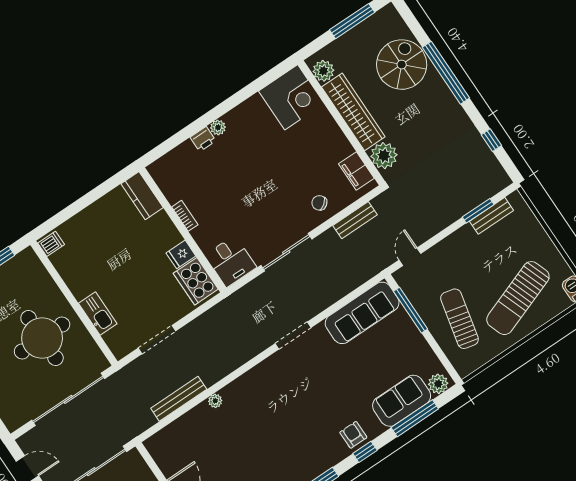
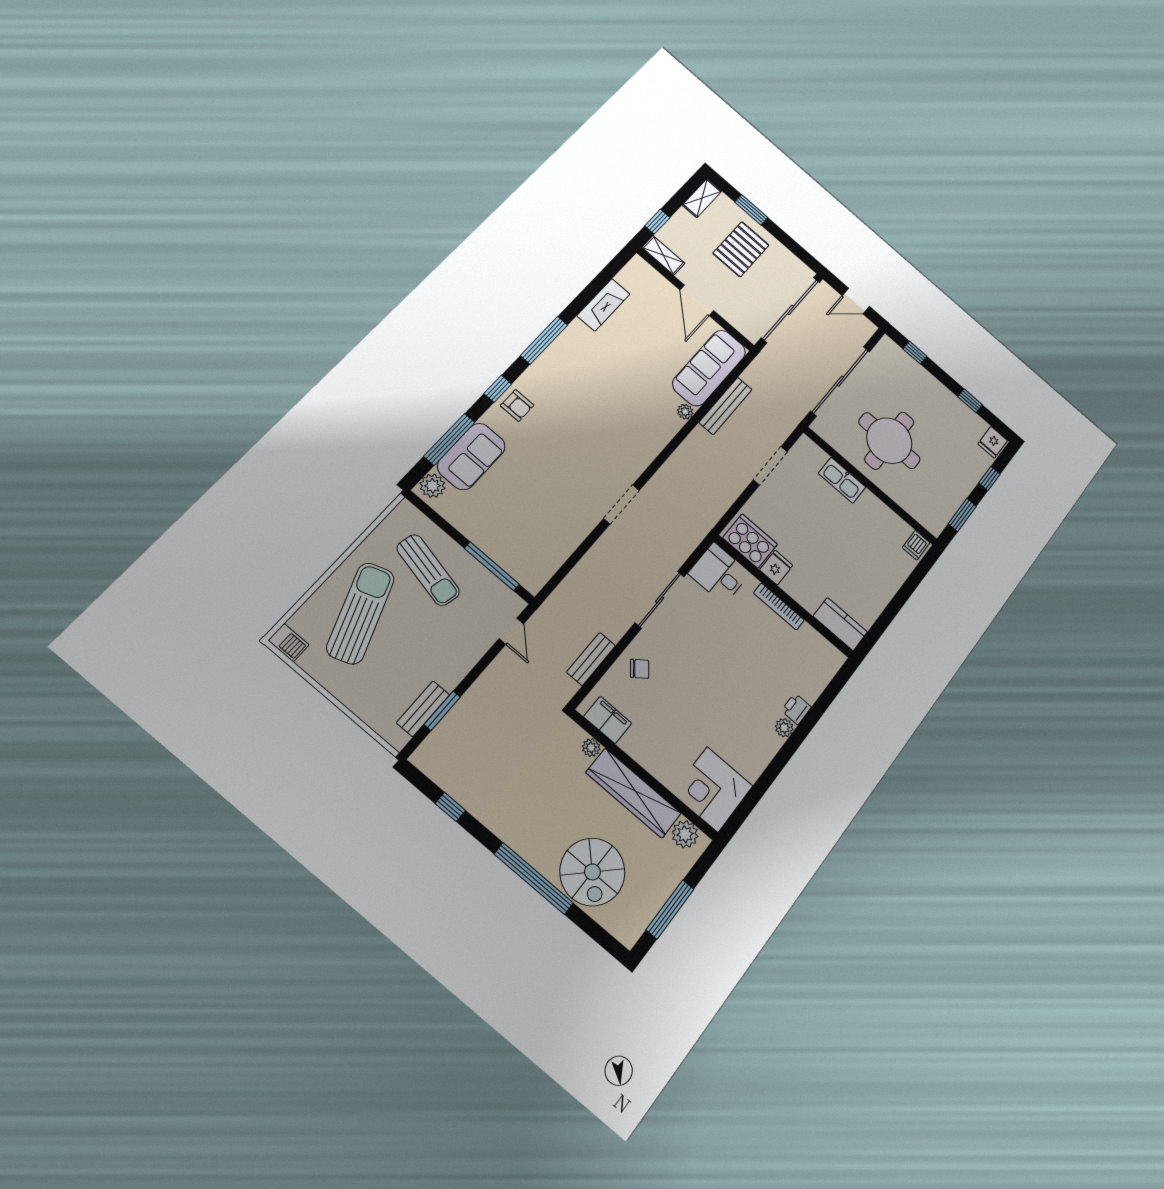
plant: (384, 156) -> (591, 748), width x0.53, depth x0.53
bookcase: (185, 216) -> (779, 606), width x1.56
sofa: (362, 313) -> (709, 368), moved

